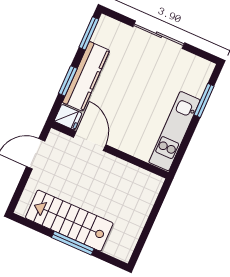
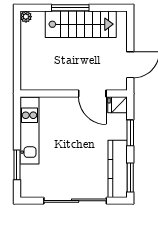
sliding door: (159, 35) -> (75, 201), width x1.36
kitchen counter: (86, 76) -> (118, 169), moved
plant: (124, 255) -> (26, 17), added

